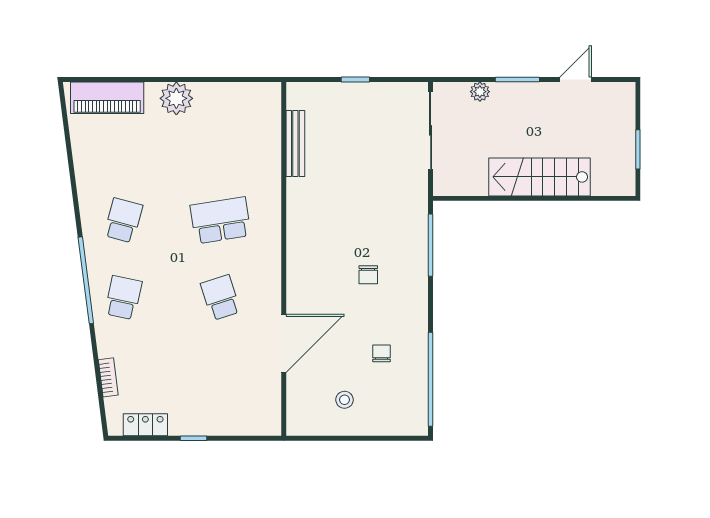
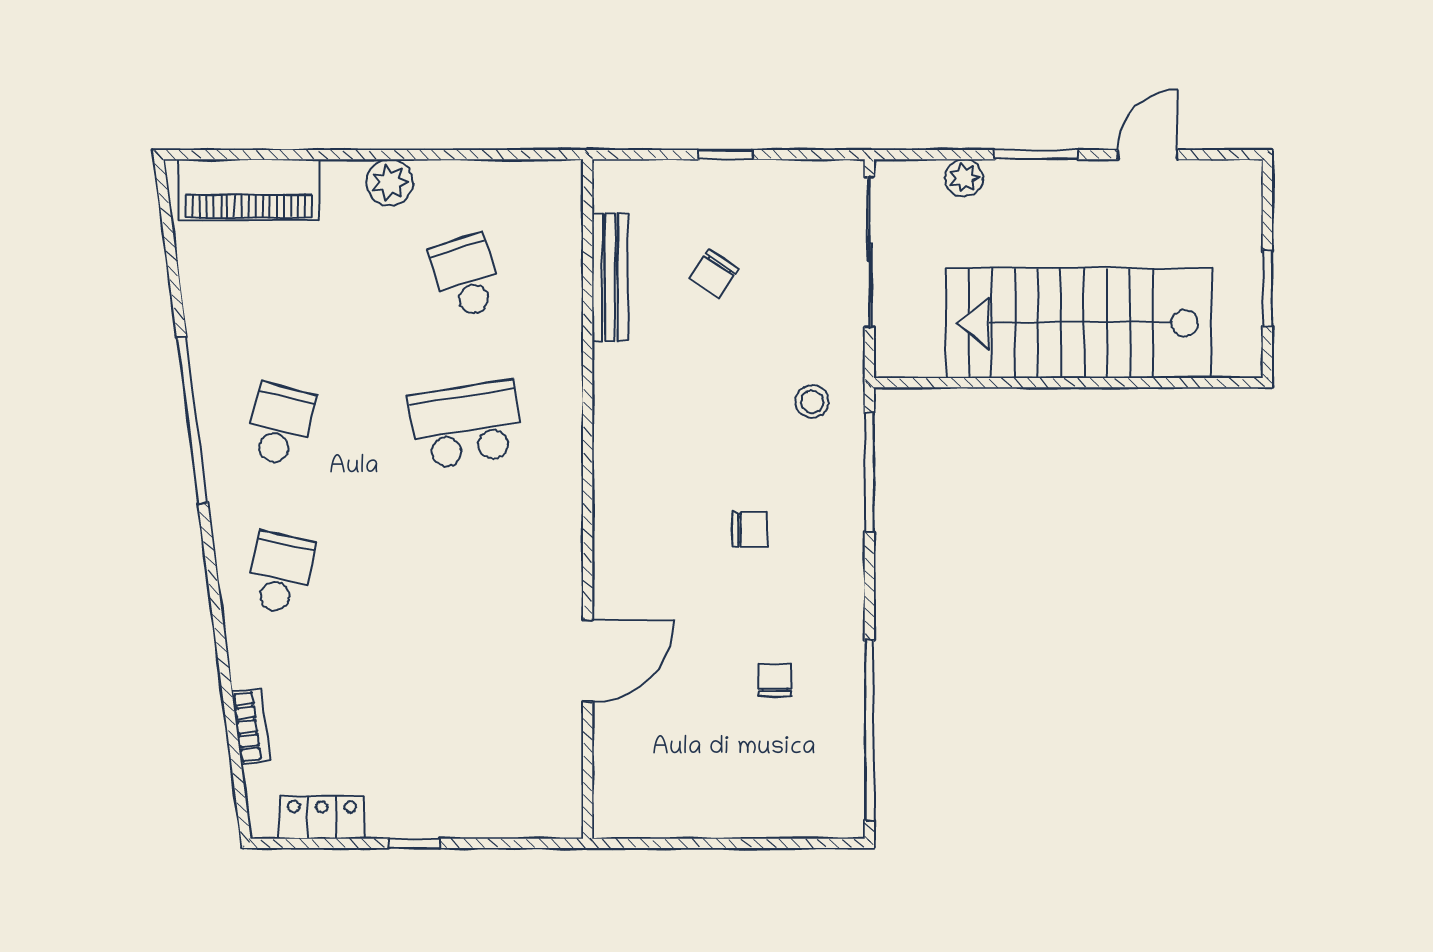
plant: (176, 98) -> (390, 182), width x0.73, depth x0.73
chair: (350, 142) -> (714, 274), added
stairs: (540, 177) -> (1079, 323), width x1.36, depth x1.51
chair: (368, 275) -> (750, 529), turned -90
window: (86, 280) -> (192, 420), moved
school desk: (221, 298) -> (466, 276), moved
door: (284, 343) -> (588, 661), width x0.73
stool: (345, 400) -> (812, 402), moved

